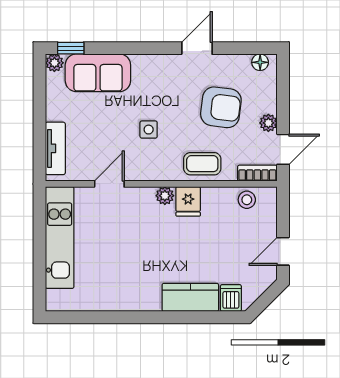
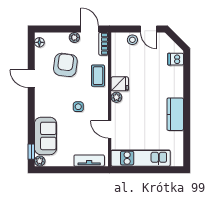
stool: (247, 200) -> (132, 40), moved
kitchen counter: (190, 297) -> (175, 114), moved

